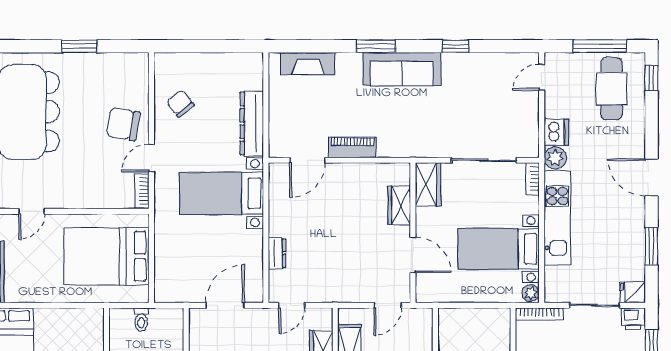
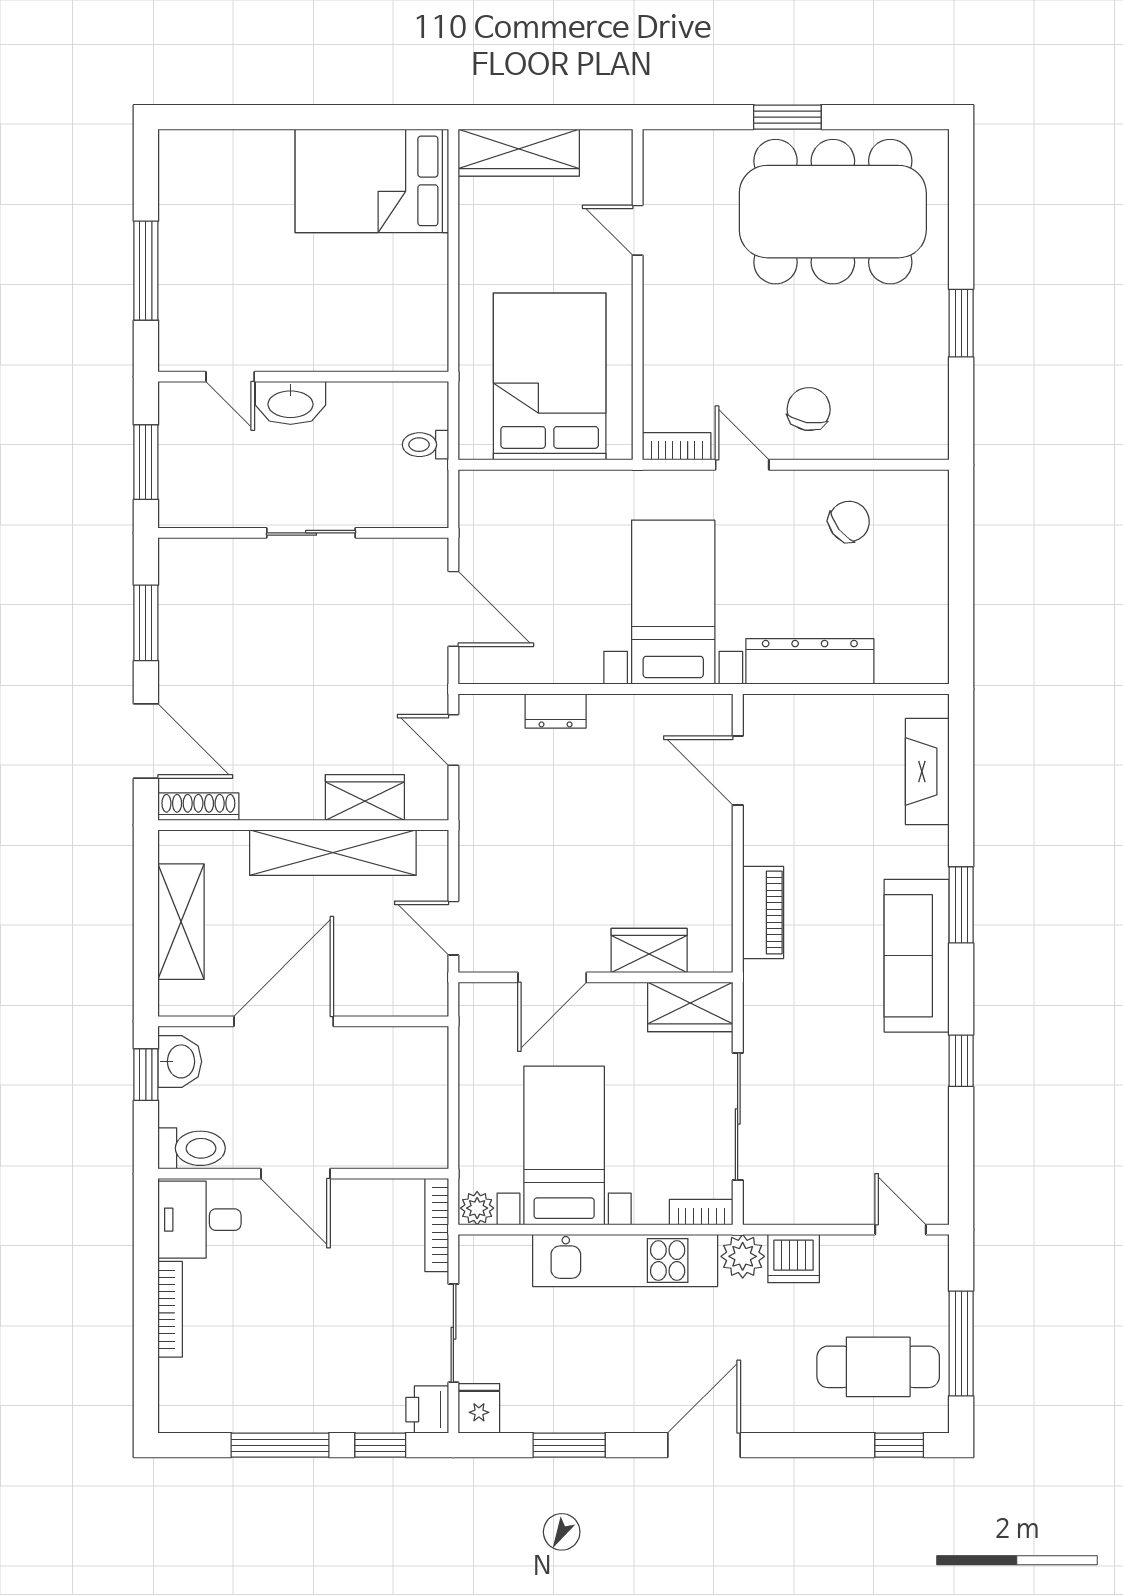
chair: (123, 124) -> (809, 409), width x0.73, depth x0.73
piano: (352, 147) -> (763, 913), moved

